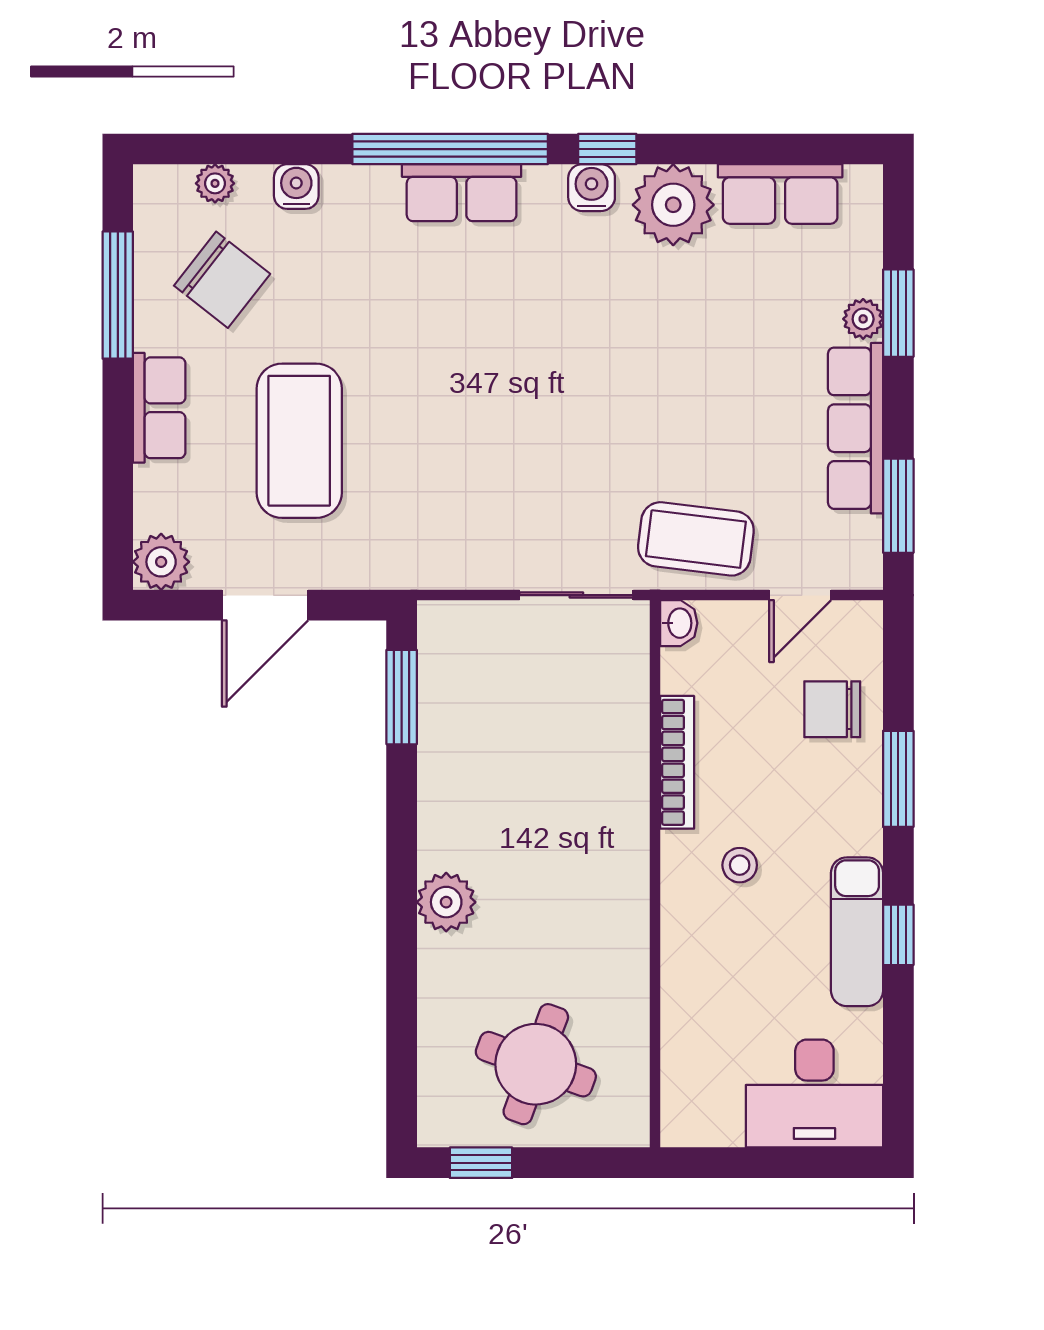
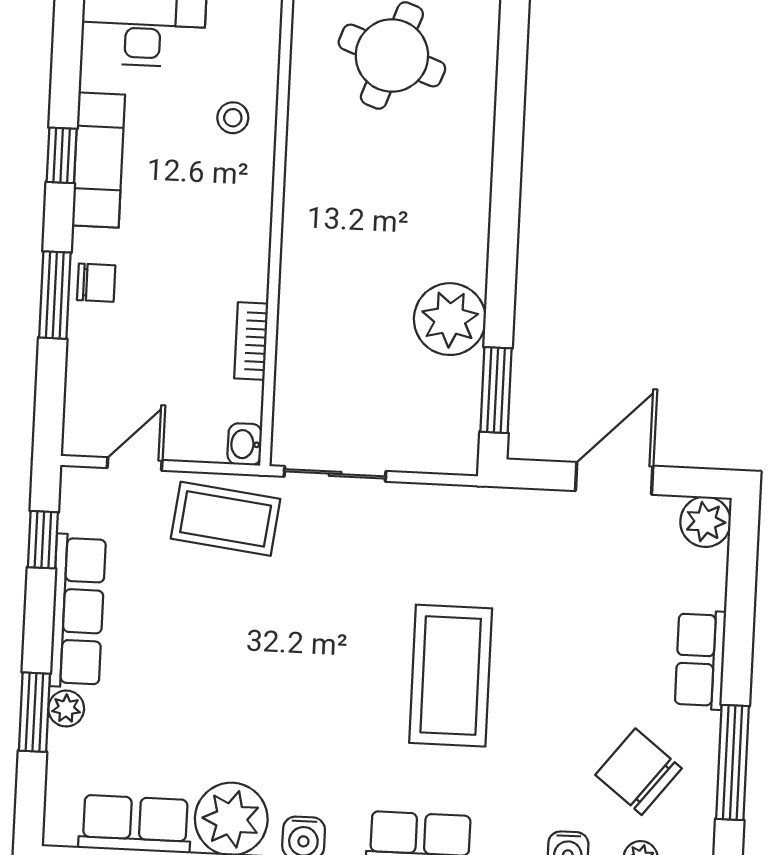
coffee table: (299, 441) -> (451, 676), moved
window: (898, 506) -> (43, 540), width x0.67
chair: (832, 709) -> (96, 283), moved, width x0.73, depth x0.73
bookcase: (677, 762) -> (251, 341), width x0.64
stool: (740, 865) -> (233, 118), moved
plant: (446, 902) -> (450, 319), moved, width x1.36, depth x1.36

